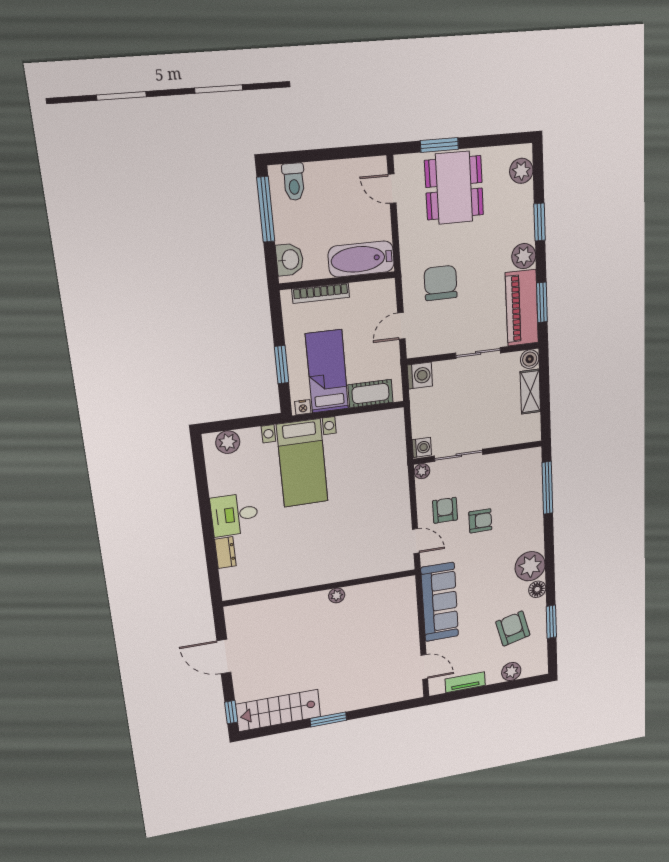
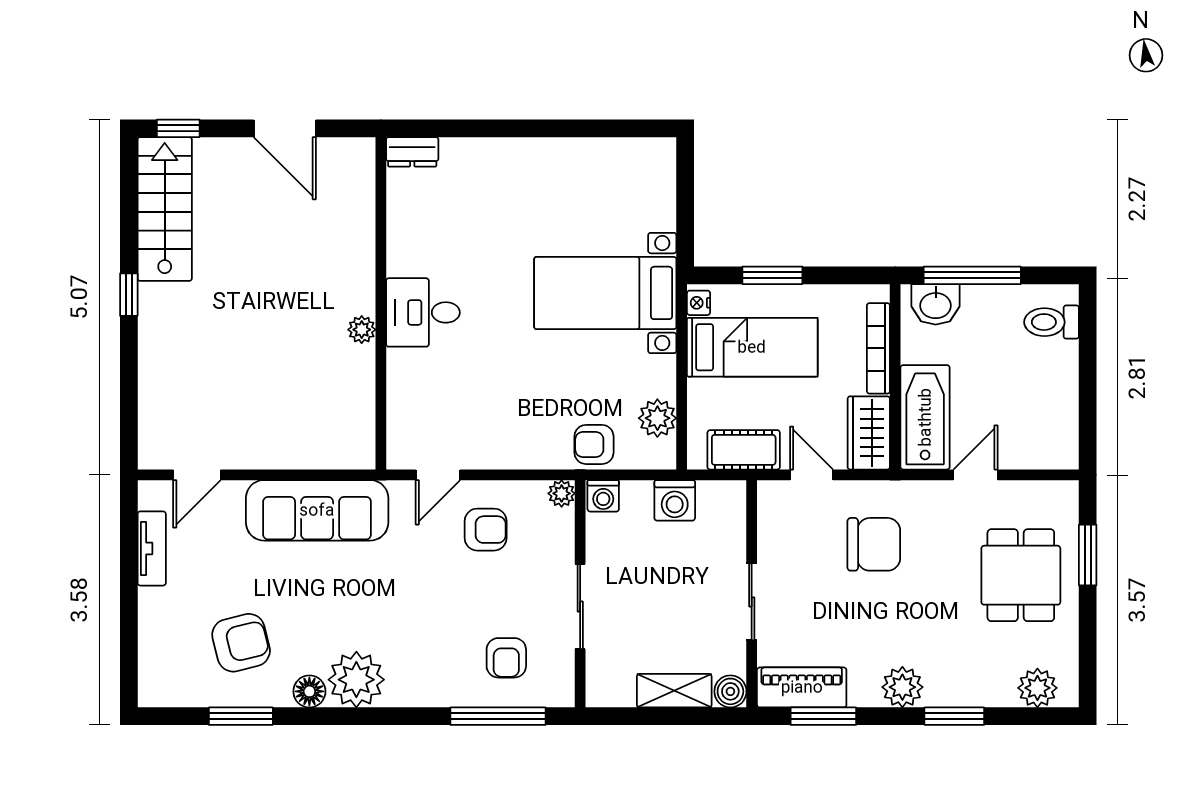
dining table: (454, 188) -> (1021, 575), width x0.73
door: (392, 189) -> (975, 475), moved
window: (266, 209) -> (972, 275), moved
wardrobe: (374, 294) -> (869, 433), added
piano: (522, 308) -> (802, 687), width x0.73, depth x0.75
washing machine: (420, 376) -> (675, 500), moved
cot: (371, 394) -> (744, 450), moved, turned 90
plant: (228, 442) -> (657, 418), moved
sliding door: (459, 455) -> (580, 607), moved
armchair: (392, 457) -> (594, 444), added
desk: (235, 515) -> (423, 312), moved, turned -90
armchair: (480, 521) -> (506, 658), moved
dresser: (225, 553) -> (412, 152), moved
door: (224, 657) -> (285, 128), swing flipped
plant: (511, 672) -> (156, 636), removed
window: (328, 719) -> (129, 295), width x0.67

